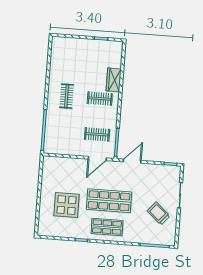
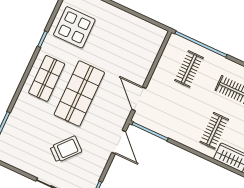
clothes rail: (97, 134) -> (189, 69), moved
display table: (66, 205) -> (74, 27), moved
trolley: (159, 213) -> (66, 149), moved

